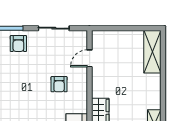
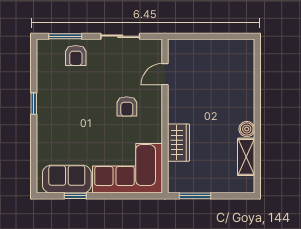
shelving: (152, 52) -> (244, 66), removed
boiler: (155, 102) -> (247, 129), added

